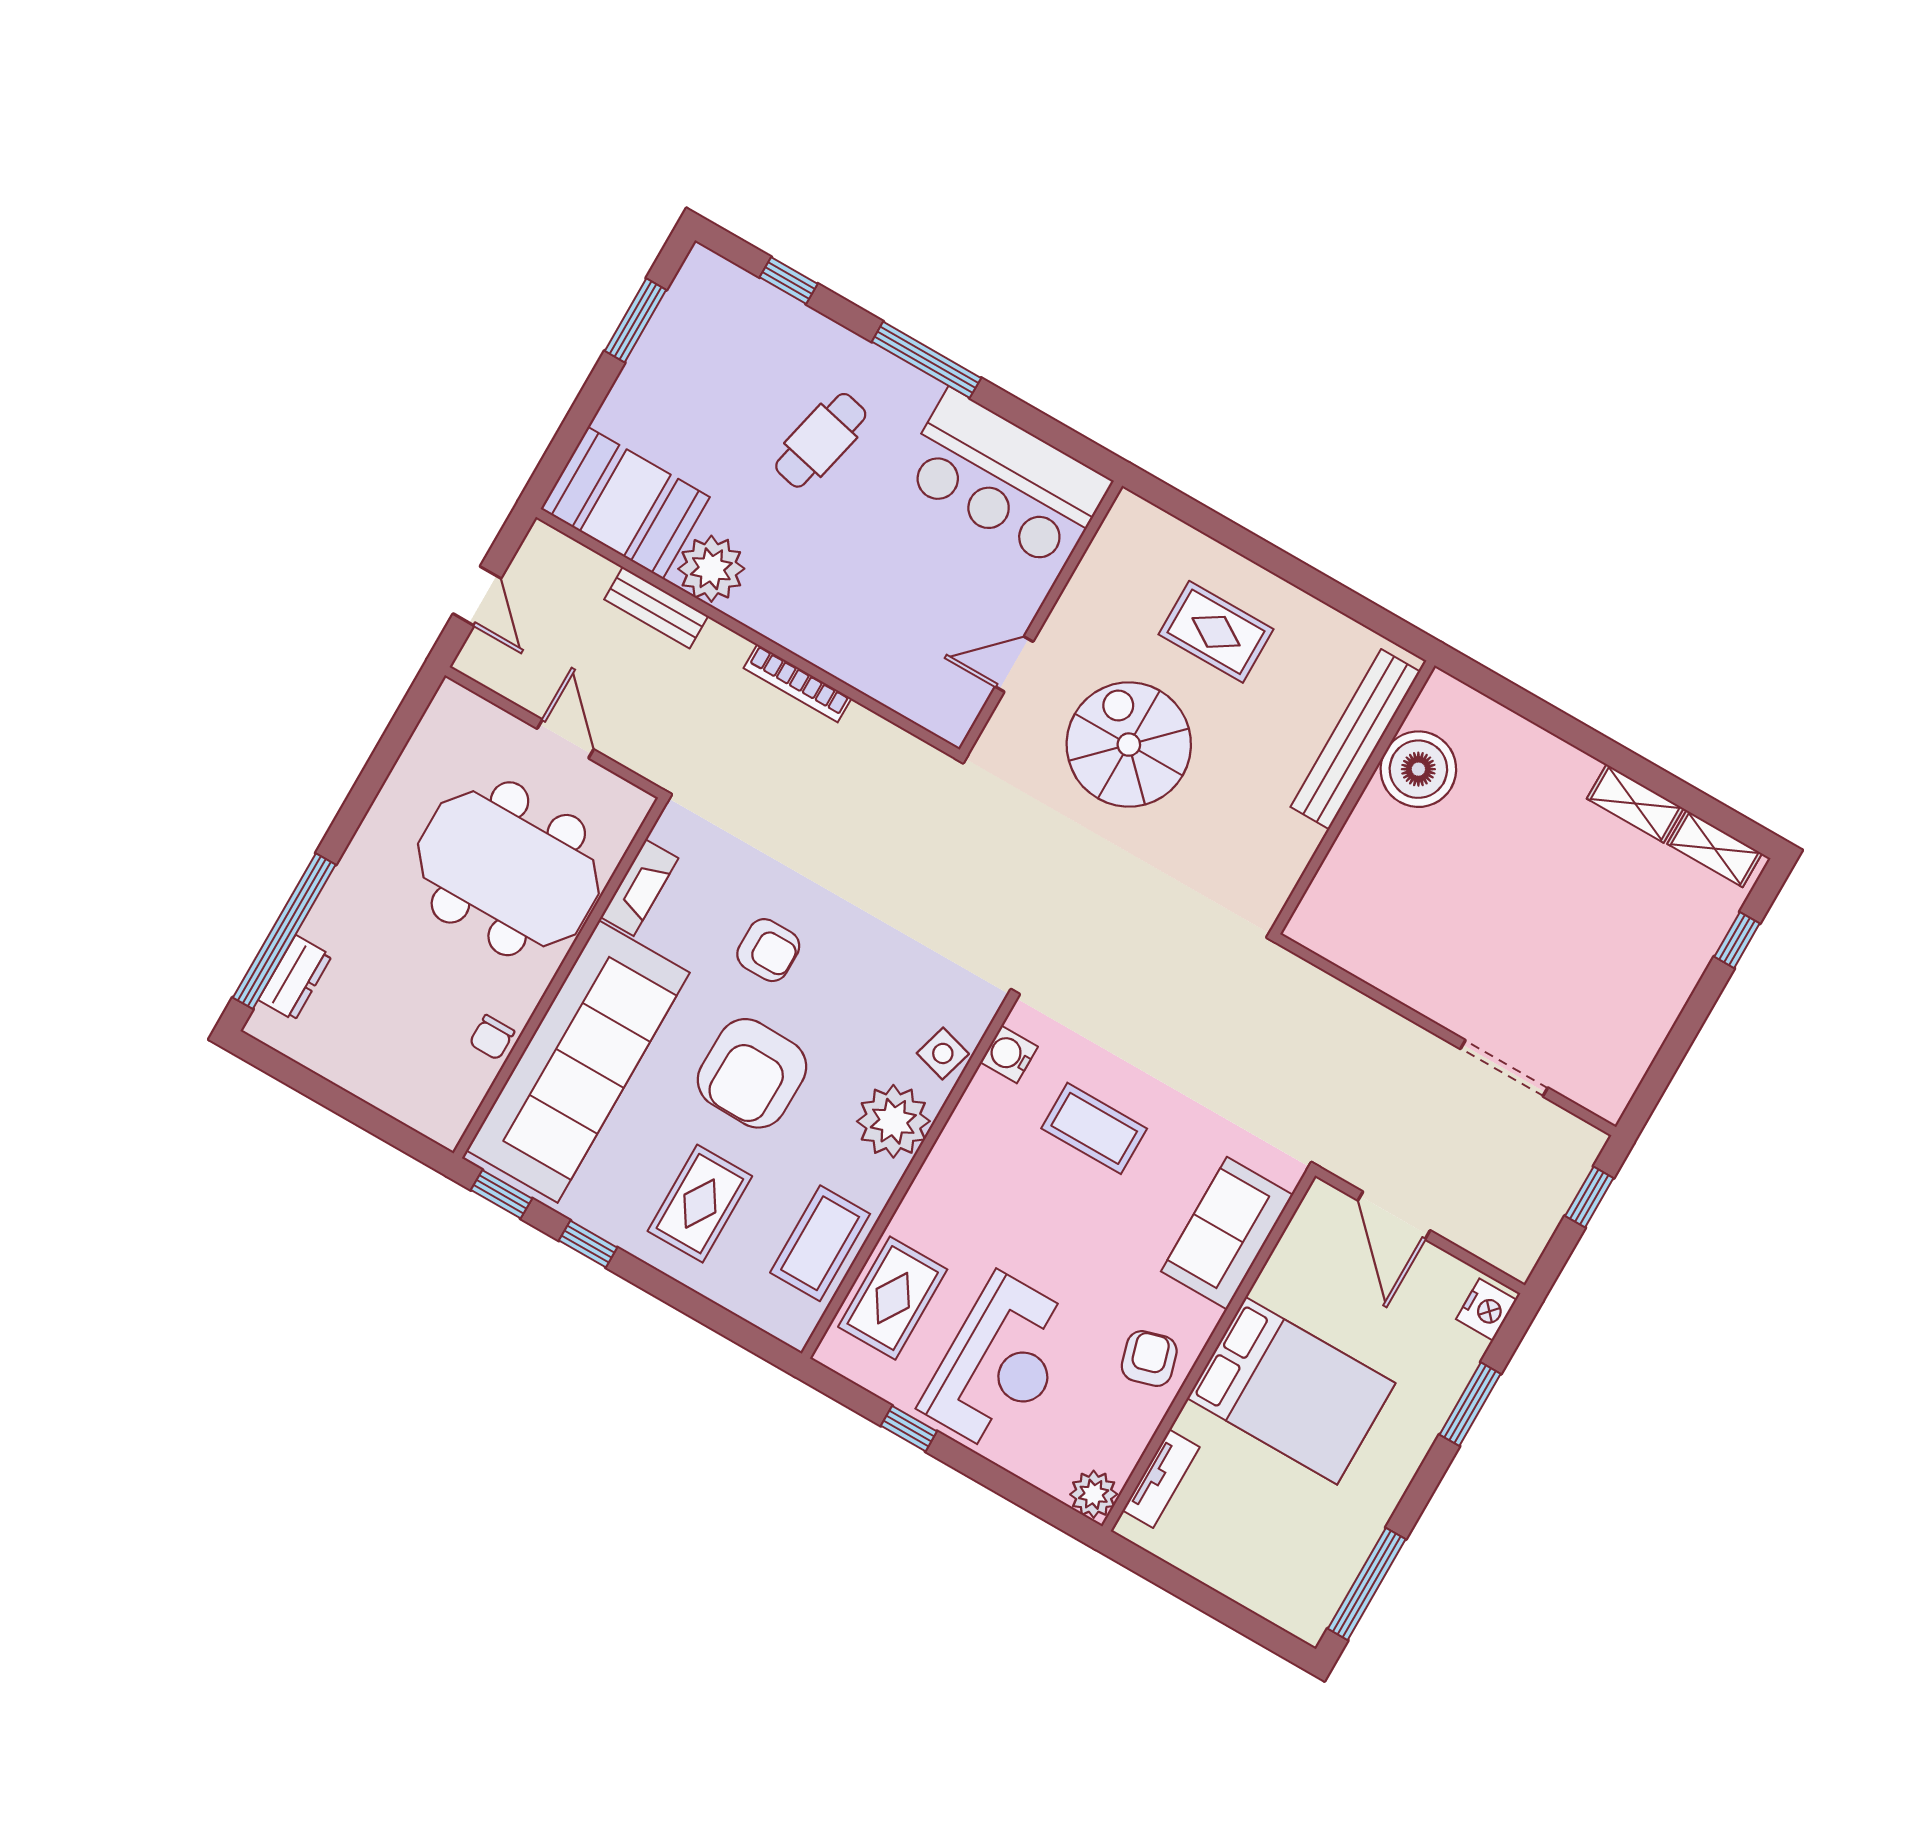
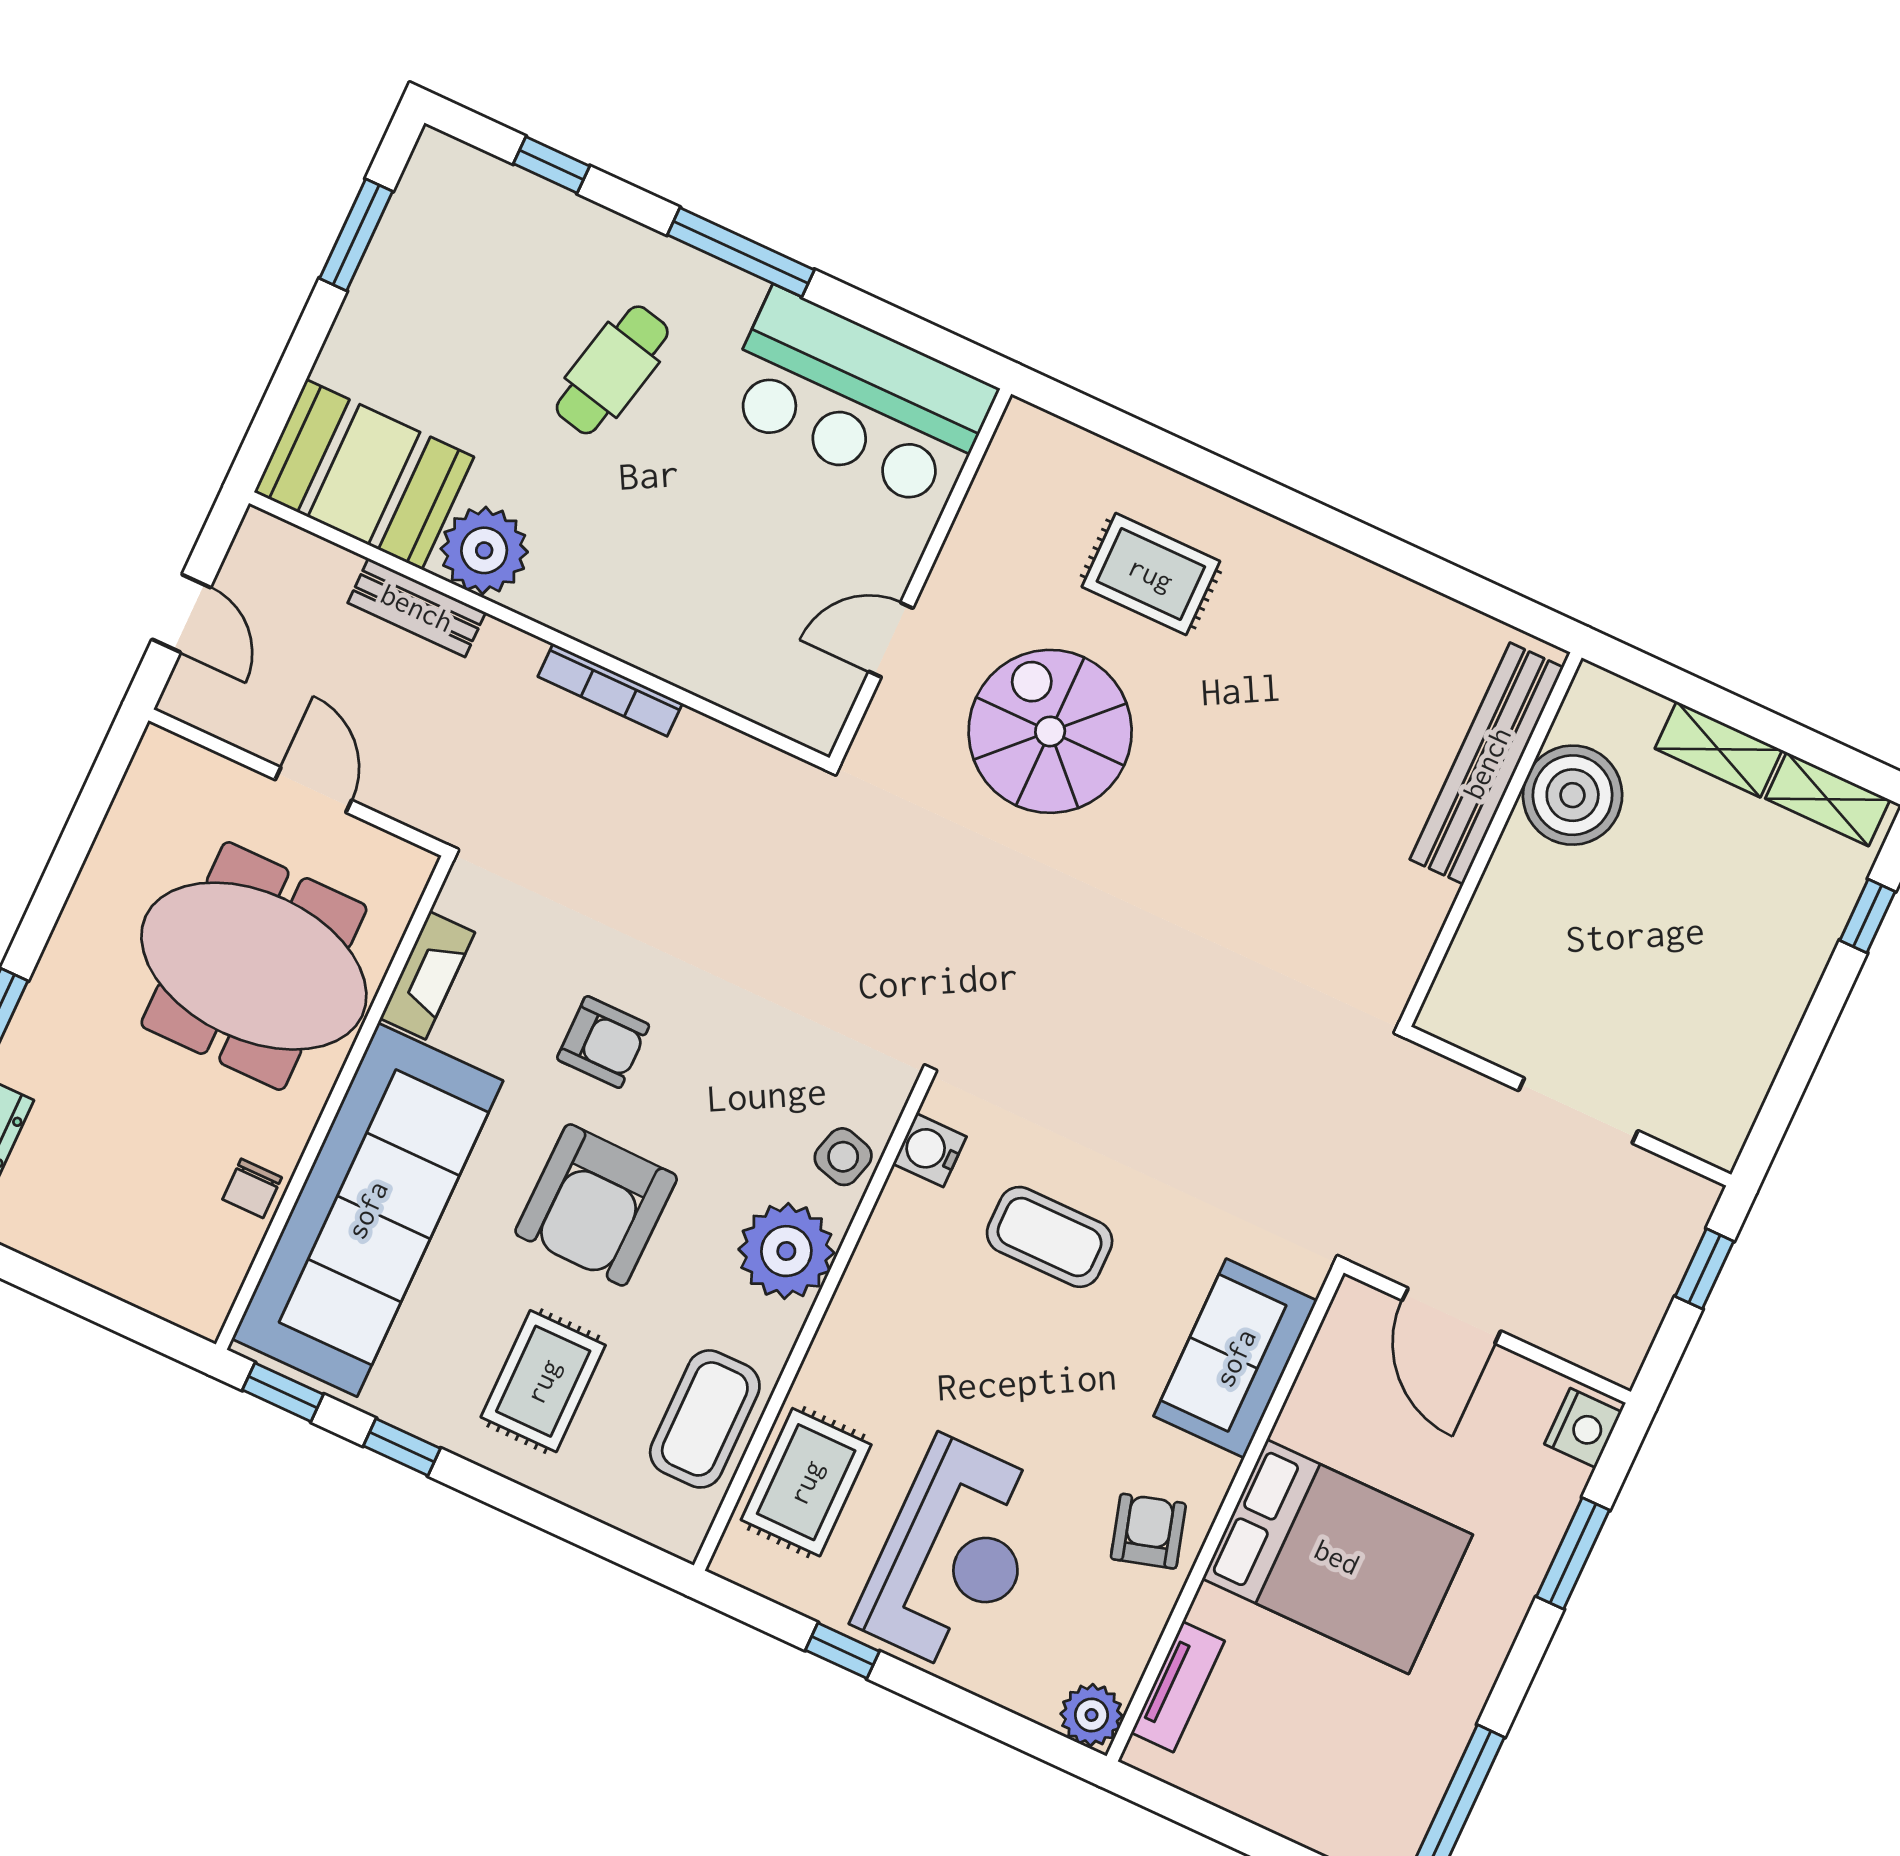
bench: (1355, 739) -> (1487, 763), moved
boiler: (1418, 769) -> (1573, 795), moved
wall: (1353, 797) -> (1491, 839), moved

